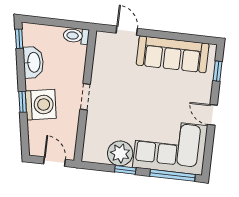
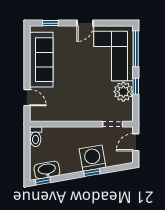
door: (127, 31) -> (27, 98), swing flipped
washbasin: (33, 62) -> (47, 170), moved
doorway: (85, 97) -> (113, 124), moved

